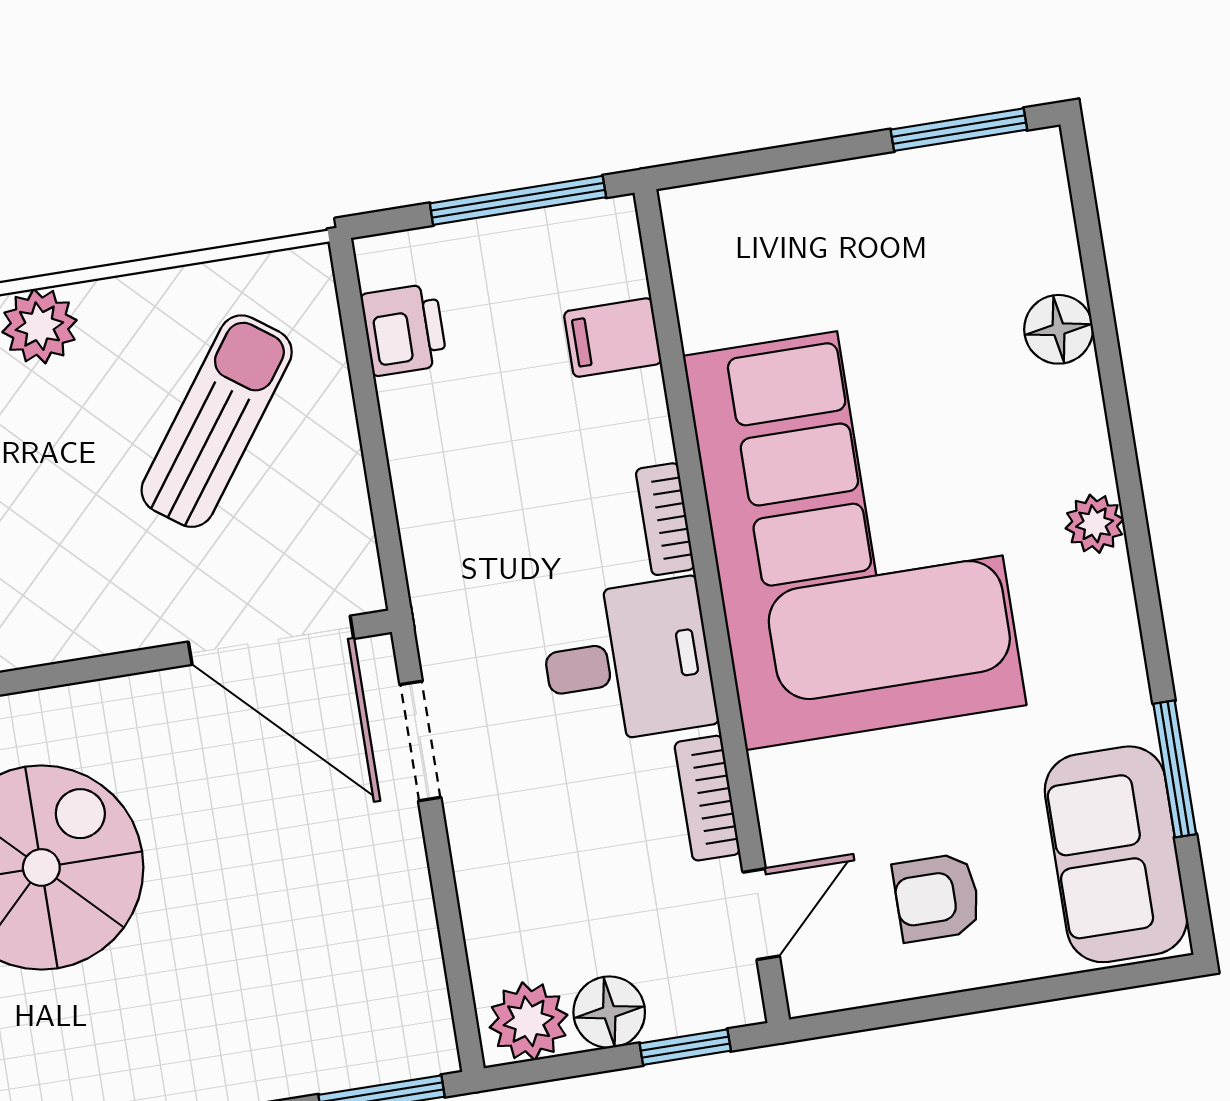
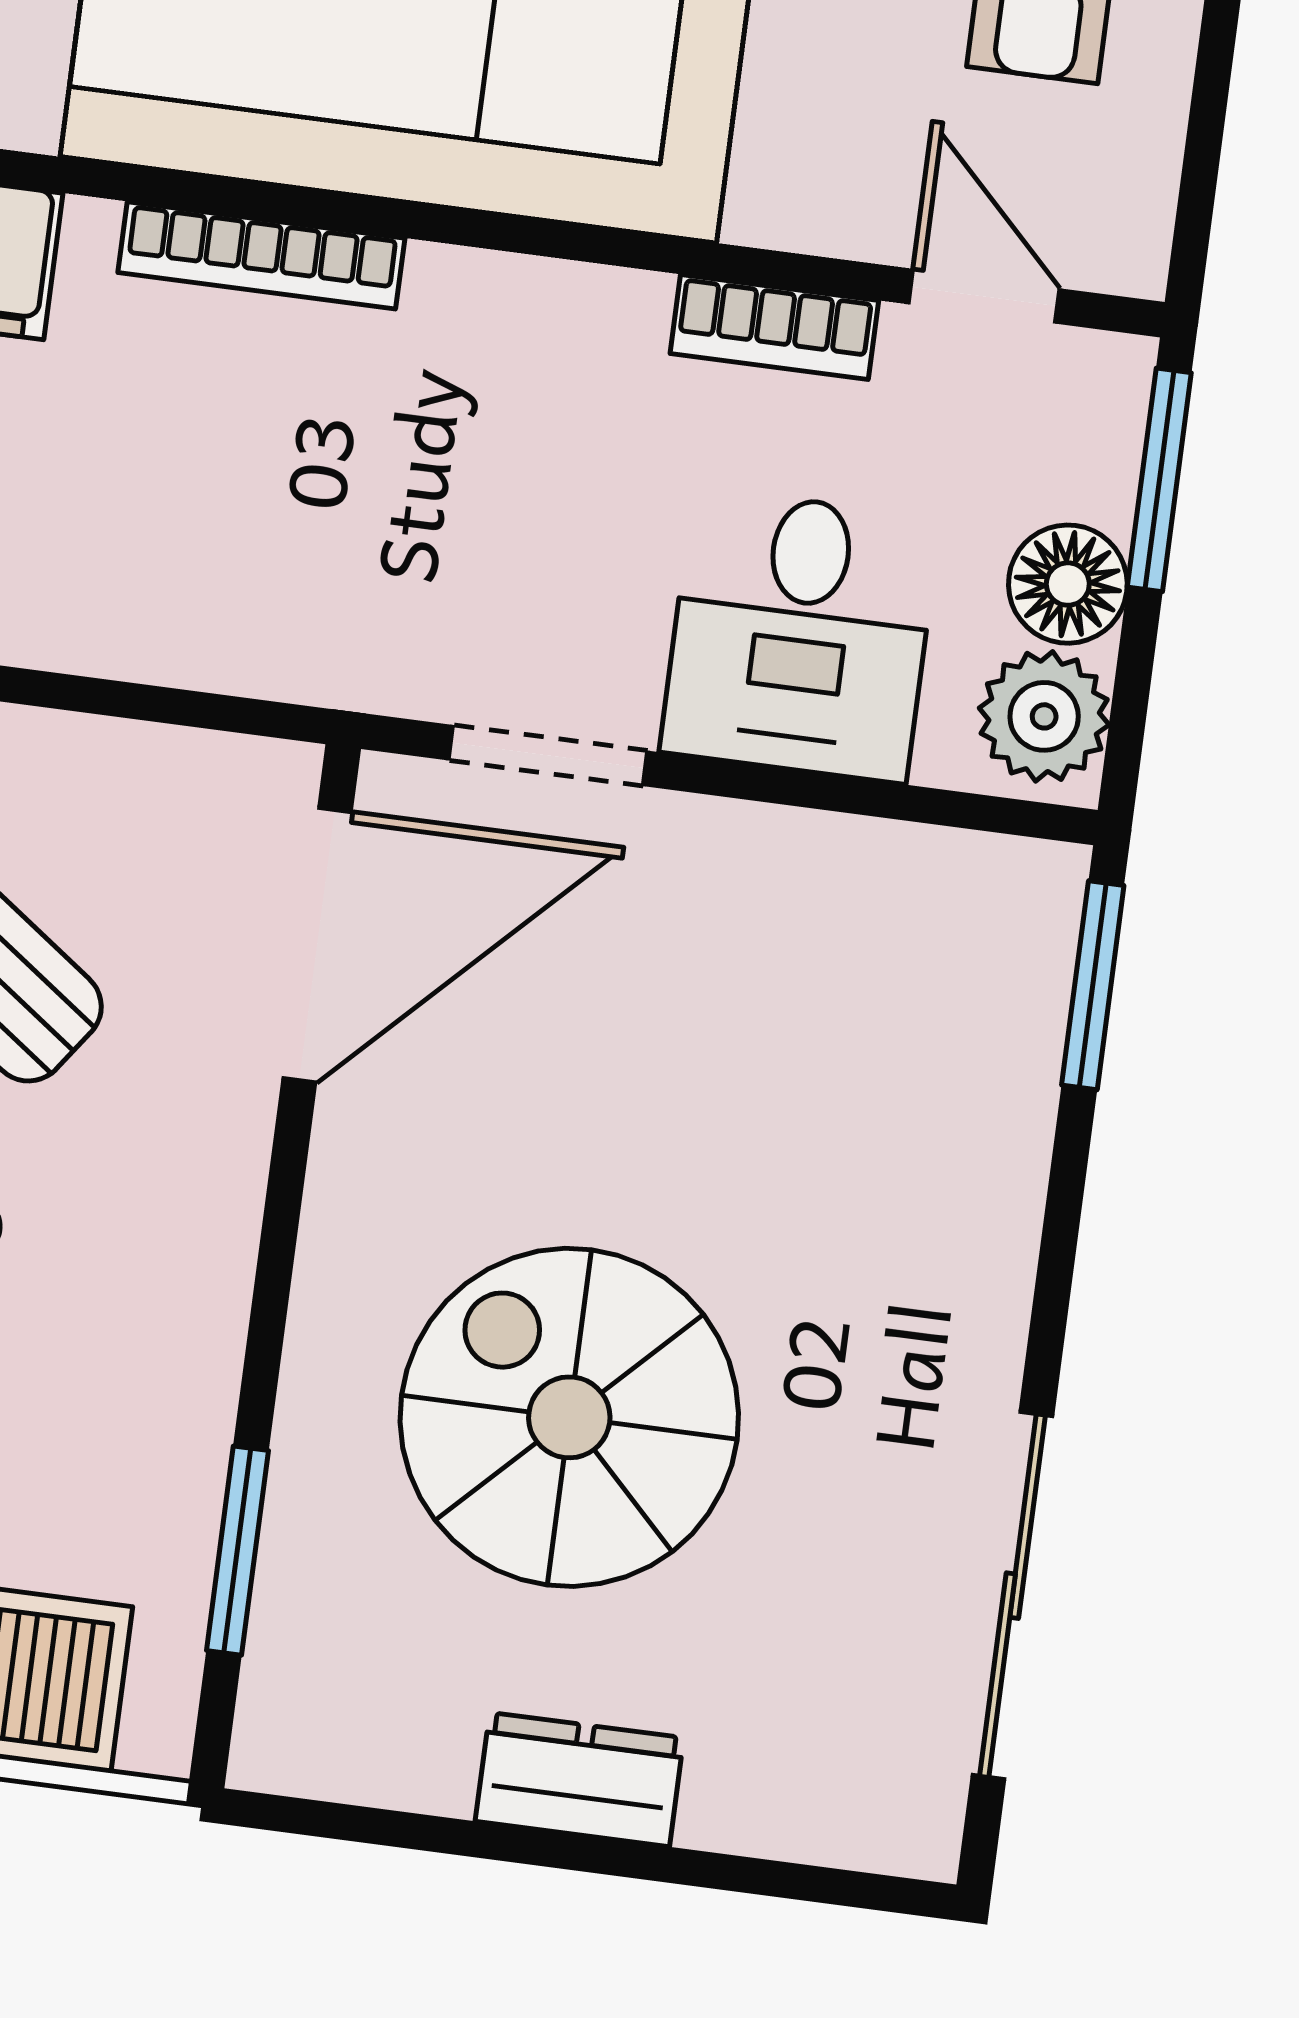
bookcase: (665, 519) -> (261, 255), width x1.56
desk: (628, 662) -> (800, 635), moved, turned 180
window: (685, 1047) -> (1159, 480), width x1.50

